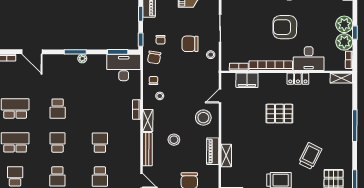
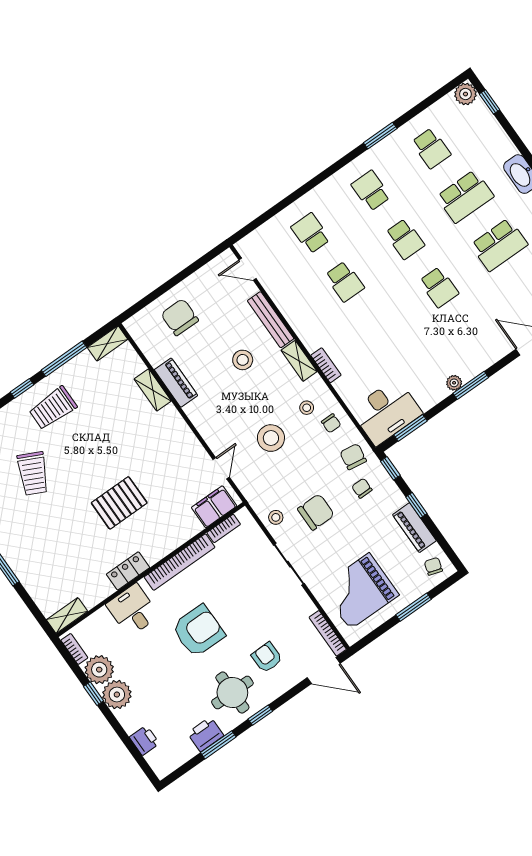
desk: (309, 59) -> (133, 610), width x0.73
filing cabinet: (247, 80) -> (214, 507), moved
school desk: (58, 109) -> (439, 287), turned 180
stool: (203, 118) -> (271, 438), moved

